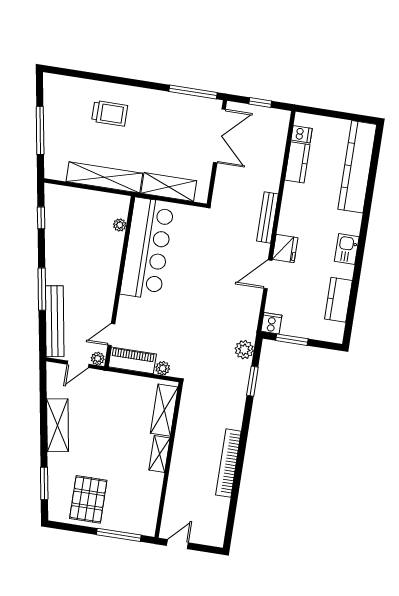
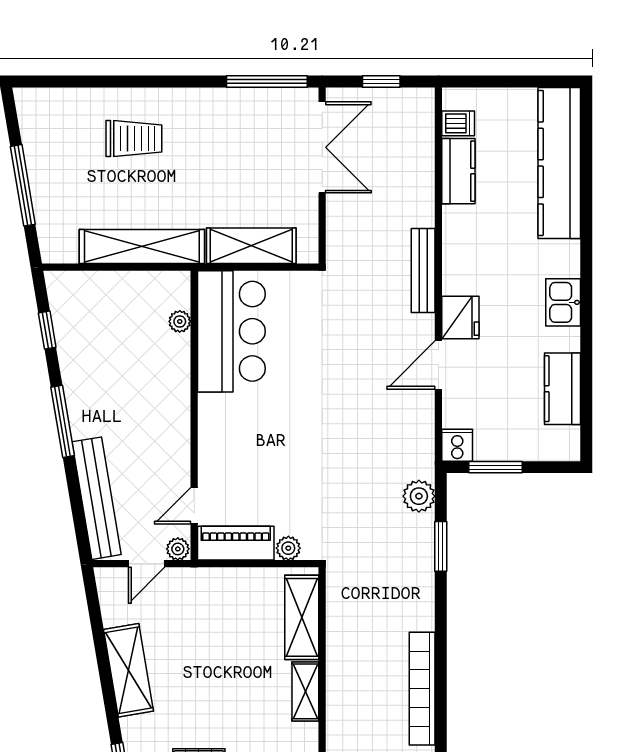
bar counter: (147, 248) -> (231, 331), width x0.73
window: (42, 289) -> (63, 421), moved

